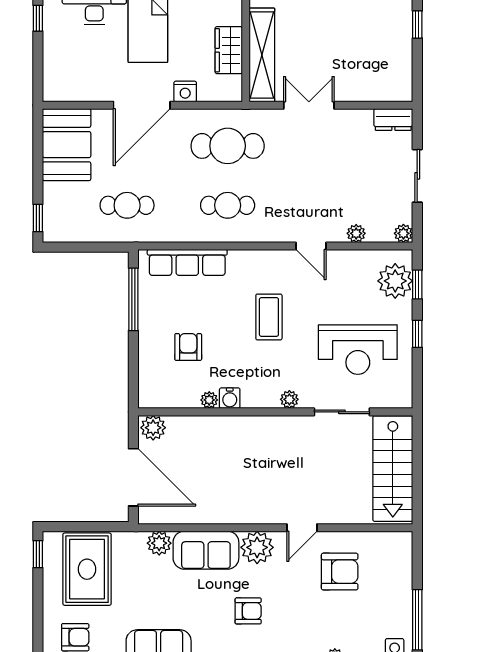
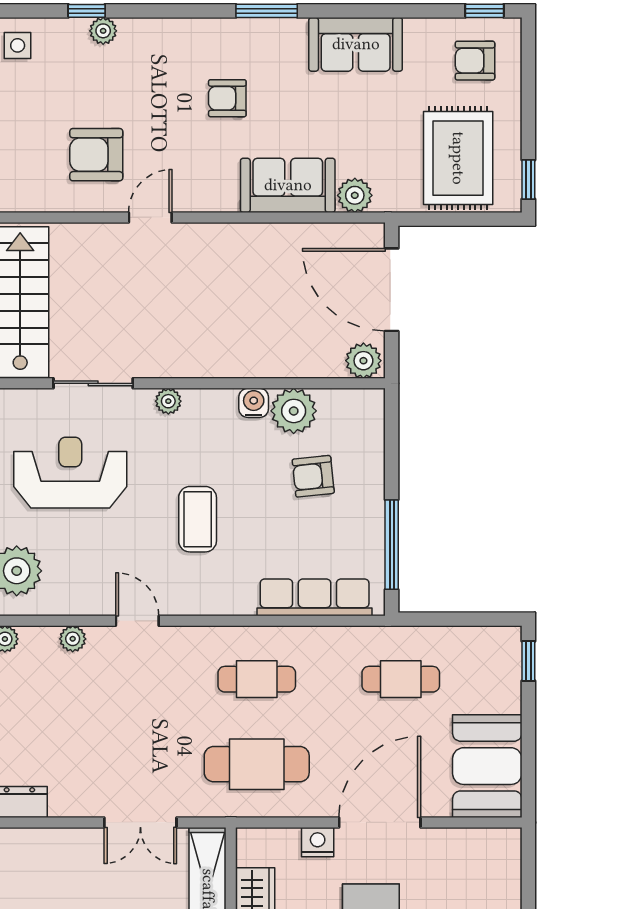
armchair: (188, 347) -> (313, 476), turned 84
plant: (209, 400) -> (294, 411), width x1.88, depth x1.88
plant: (257, 547) -> (215, 189), removed

